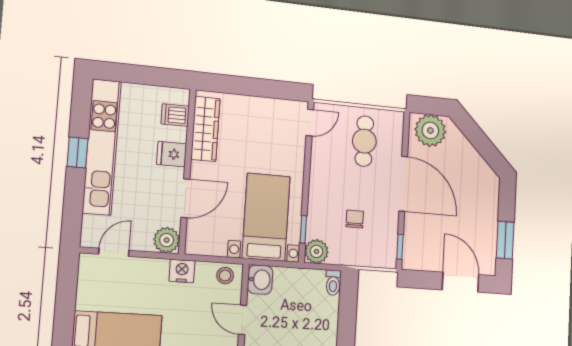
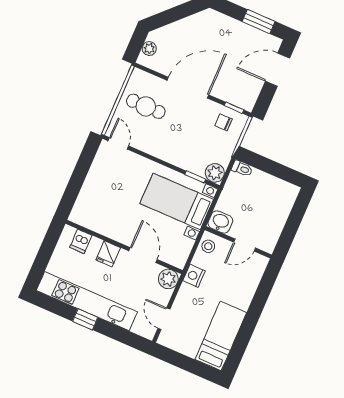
wardrobe: (205, 129) -> (98, 223), removed
plant: (430, 130) -> (149, 49), width x0.53, depth x0.53
chair: (355, 219) -> (223, 122), moved

